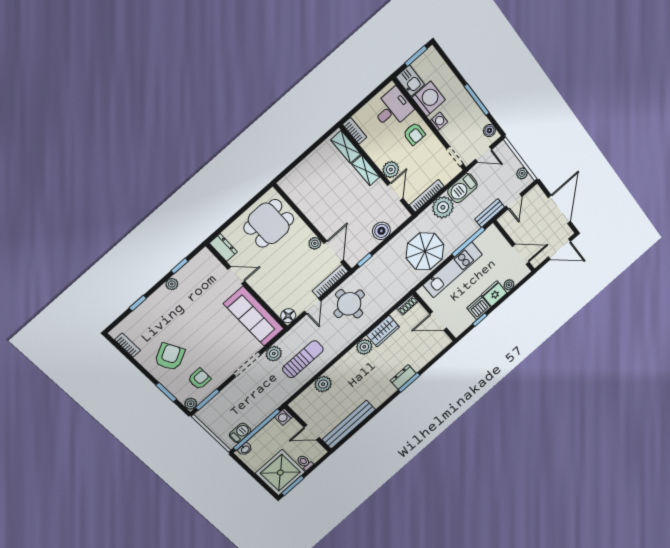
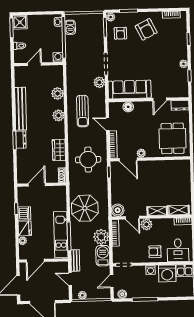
boiler: (381, 231) -> (118, 210), moved
kitchen unit: (453, 270) -> (61, 234), moved
round table: (349, 304) -> (88, 160), moved
floor lamp: (288, 316) -> (128, 107), moved
plant: (364, 347) -> (58, 115), moved
sun lounger: (303, 359) -> (83, 111), moved
bench: (349, 425) -> (21, 109), moved
shower: (280, 473) -> (20, 22), width x0.54, depth x0.54

